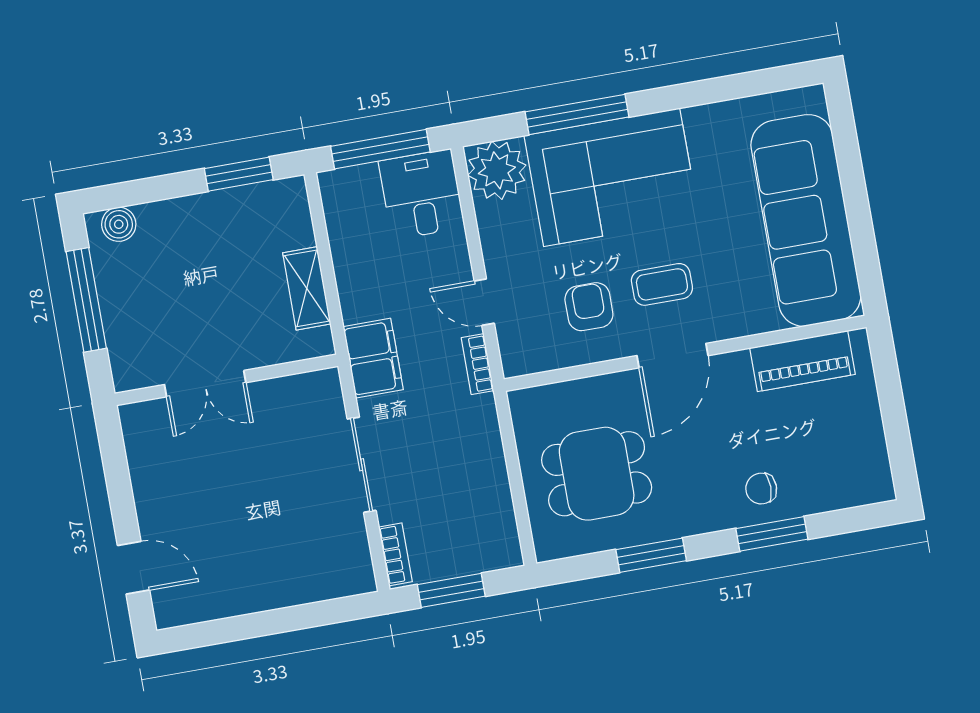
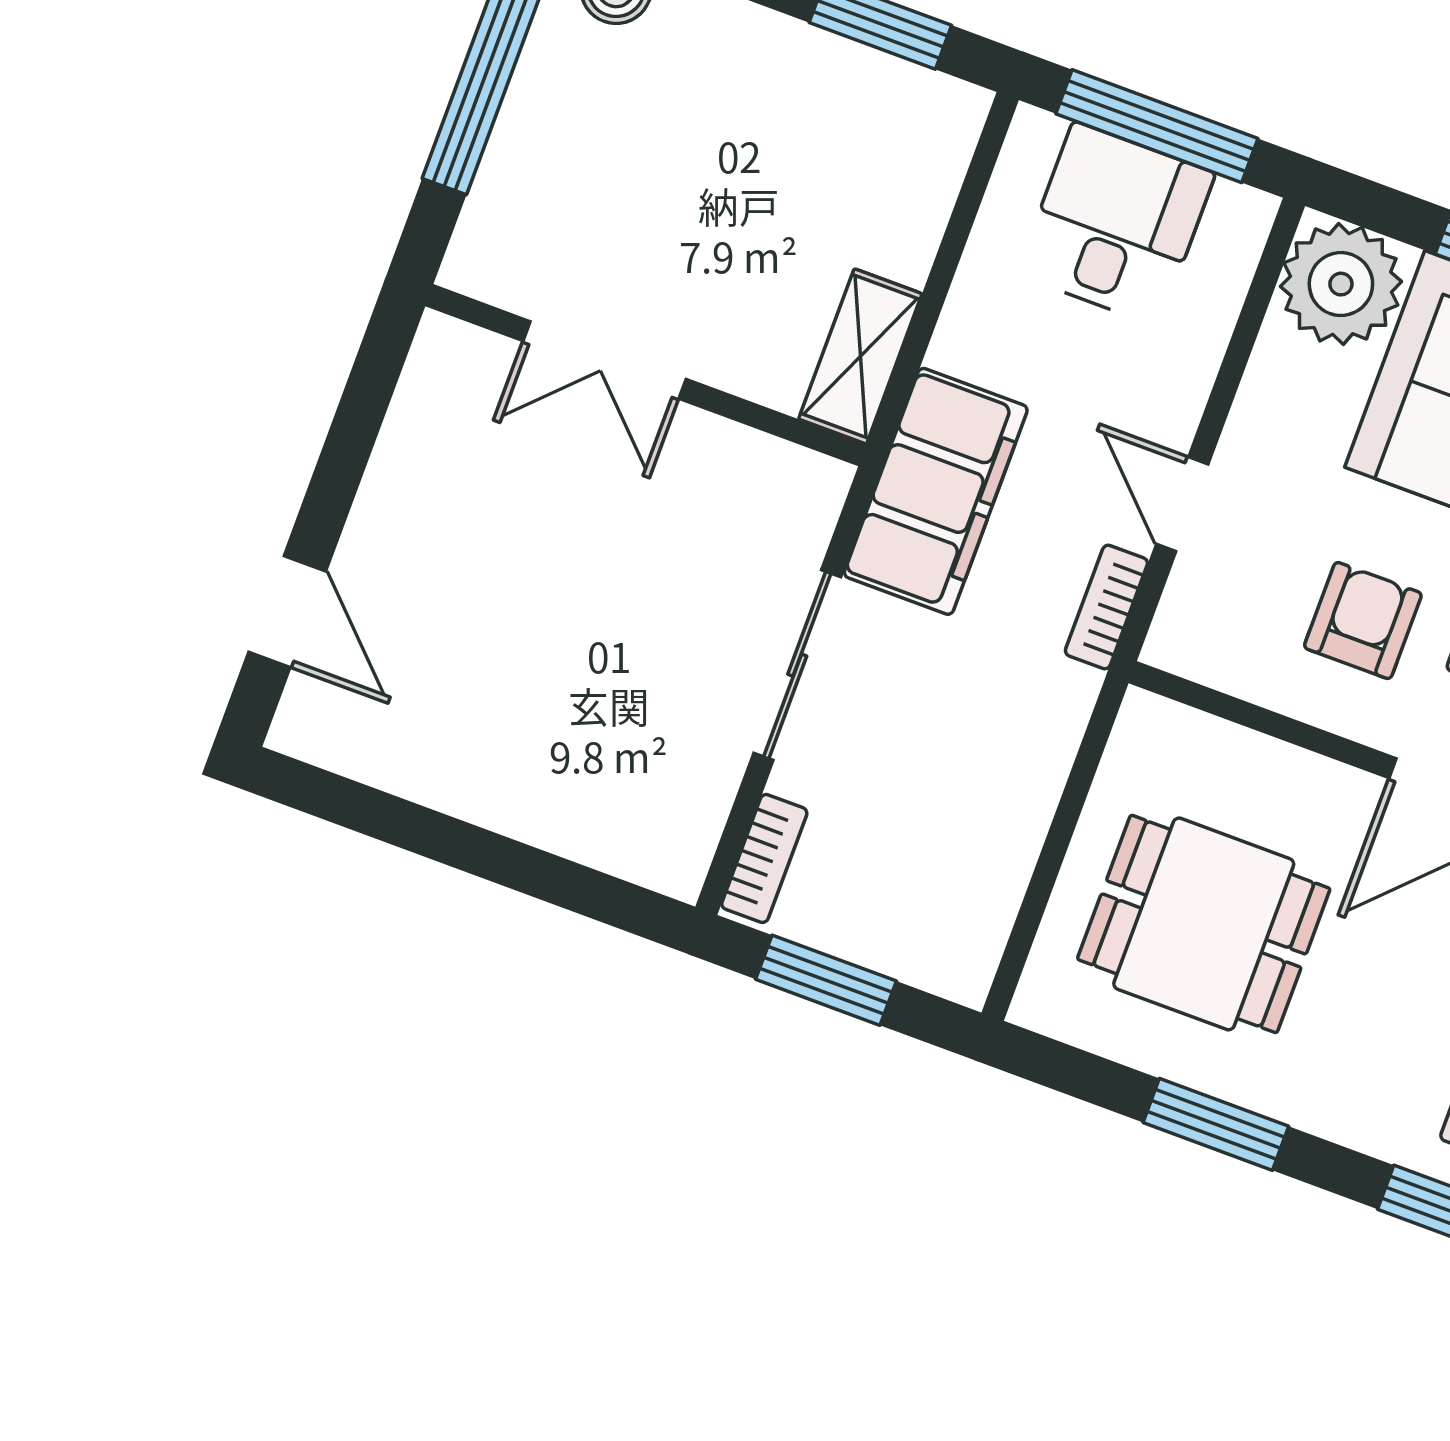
desk: (422, 194) -> (1116, 224), moved
shelving: (307, 288) -> (860, 356), moved
filing cabinet: (373, 358) -> (936, 491), width x1.50, depth x1.17

